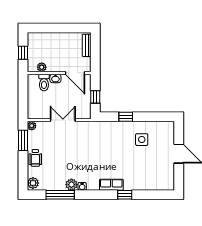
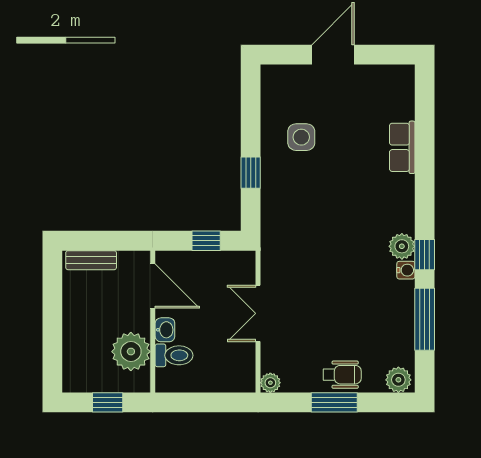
plant: (42, 67) -> (131, 352), width x1.88, depth x1.88
door: (75, 73) -> (153, 286), hinge flipped
window: (23, 140) -> (334, 402), moved
plant: (71, 185) -> (402, 246), moved
row of seats: (111, 185) -> (402, 147), moved
window: (125, 195) -> (425, 255), moved

